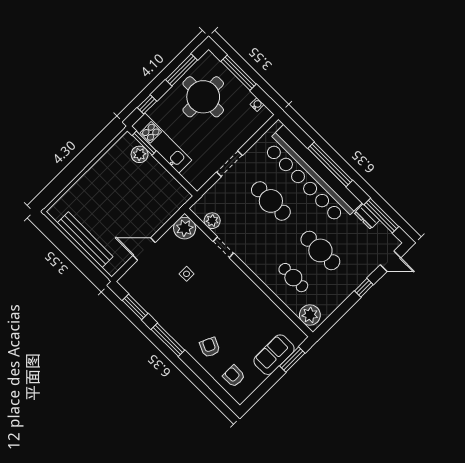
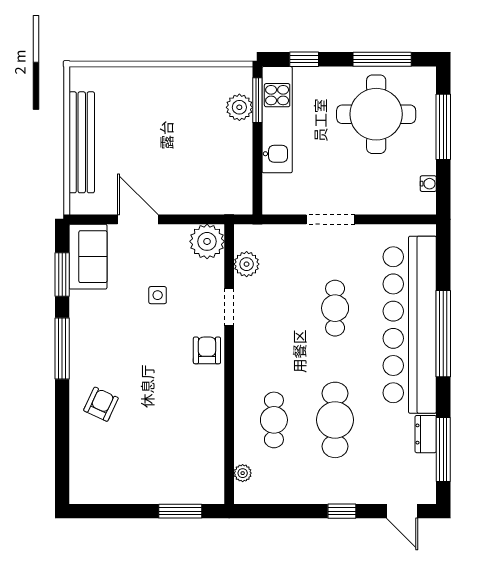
cafe table: (271, 201) -> (335, 308), width x0.73, depth x0.74
plant: (310, 315) -> (243, 473), width x0.53, depth x0.53
sofa: (274, 355) -> (88, 257), moved, turned 90
armchair: (234, 376) -> (207, 350), moved

